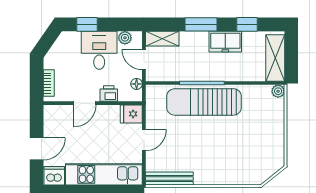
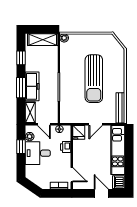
window: (87, 24) -> (21, 147), moved
freezer: (225, 42) -> (32, 86), moved, width x1.40
door: (144, 60) -> (44, 124), hinge flipped
sun lounger: (204, 102) -> (94, 79), moved
door: (85, 103) -> (72, 175), moved
door: (144, 140) -> (96, 124), swing flipped

